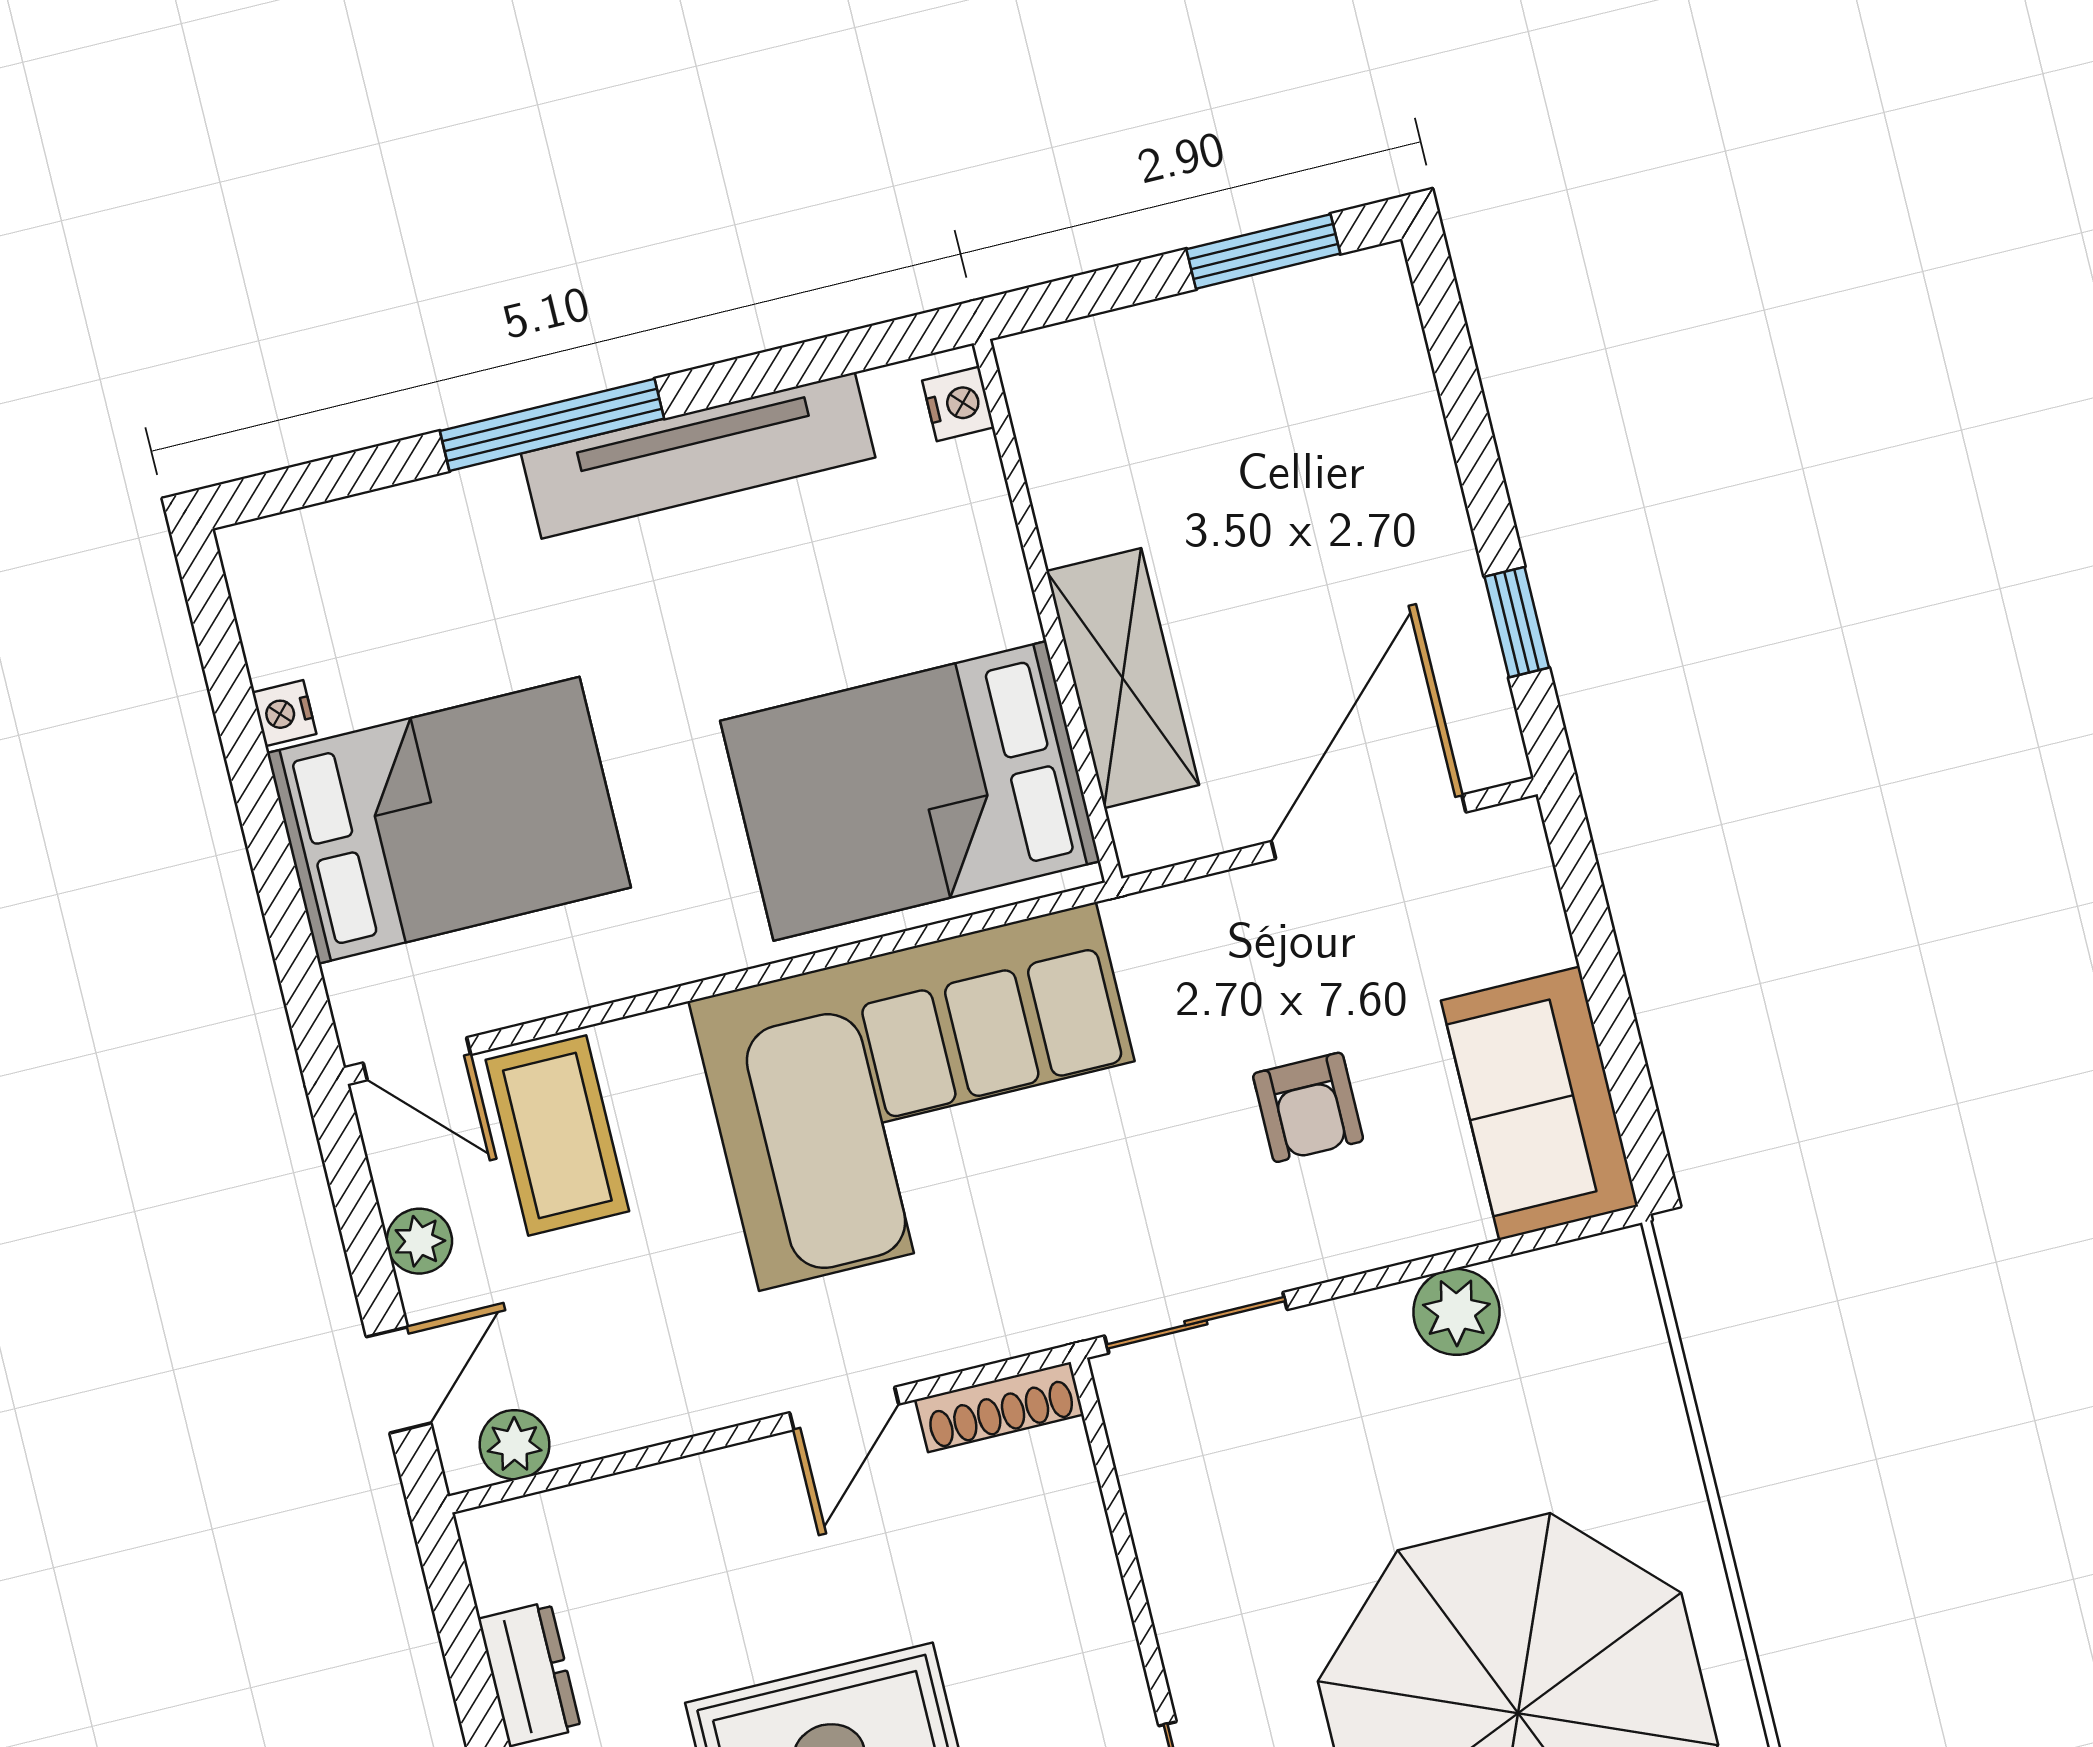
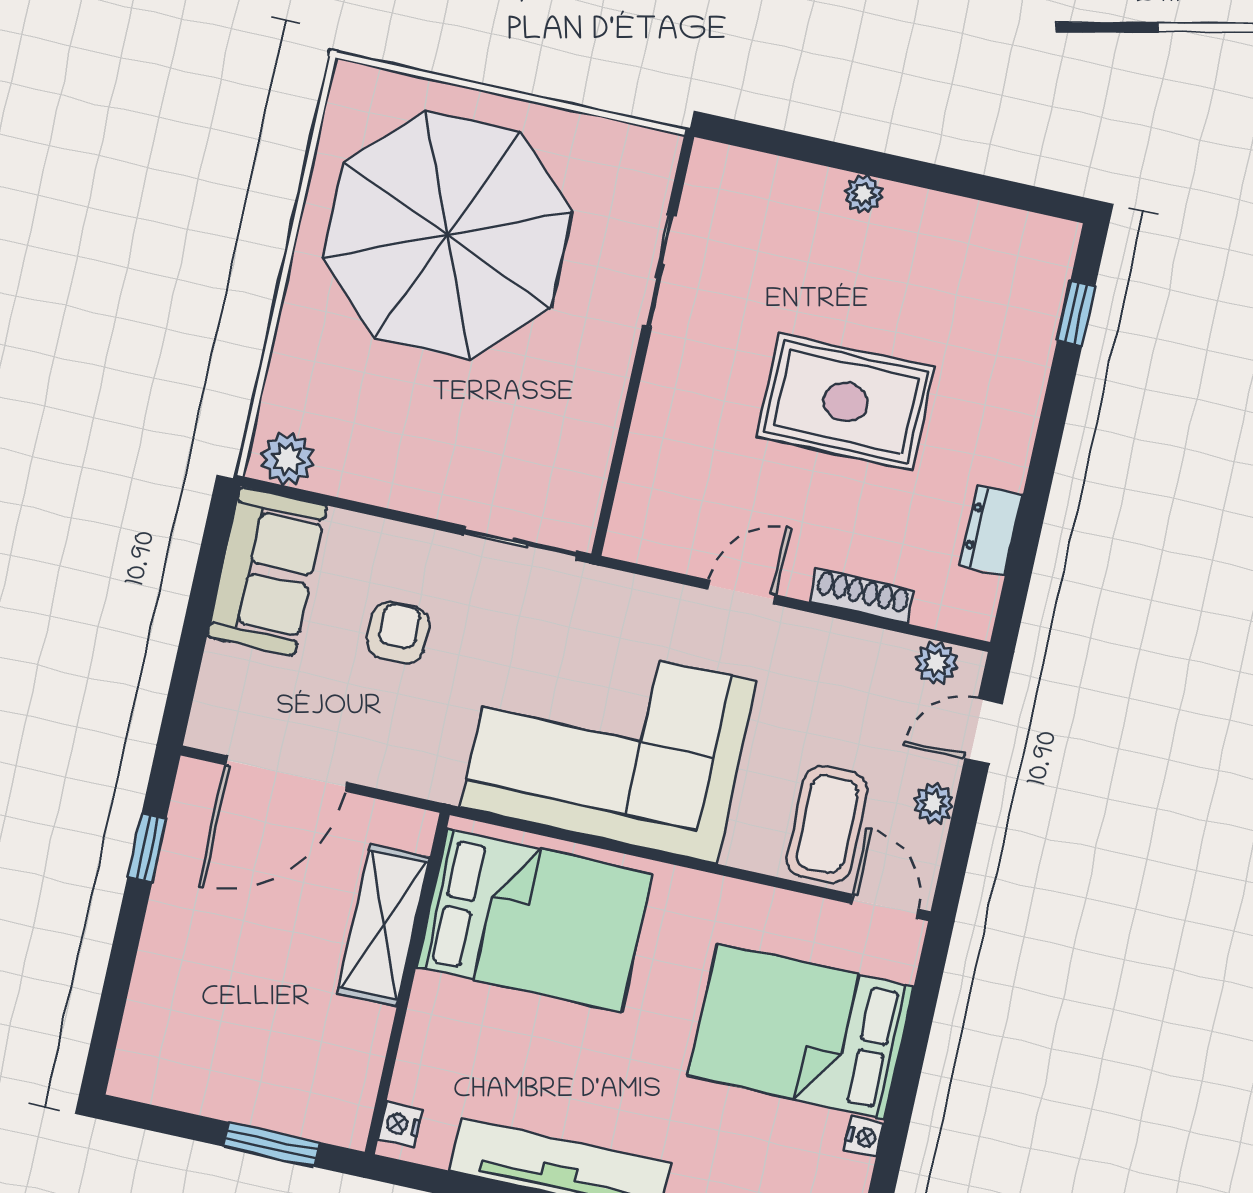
window: (1263, 251) -> (271, 1144), moved
plant: (1456, 1312) -> (288, 459), moved
shoe rack: (999, 1407) -> (862, 596), moved

